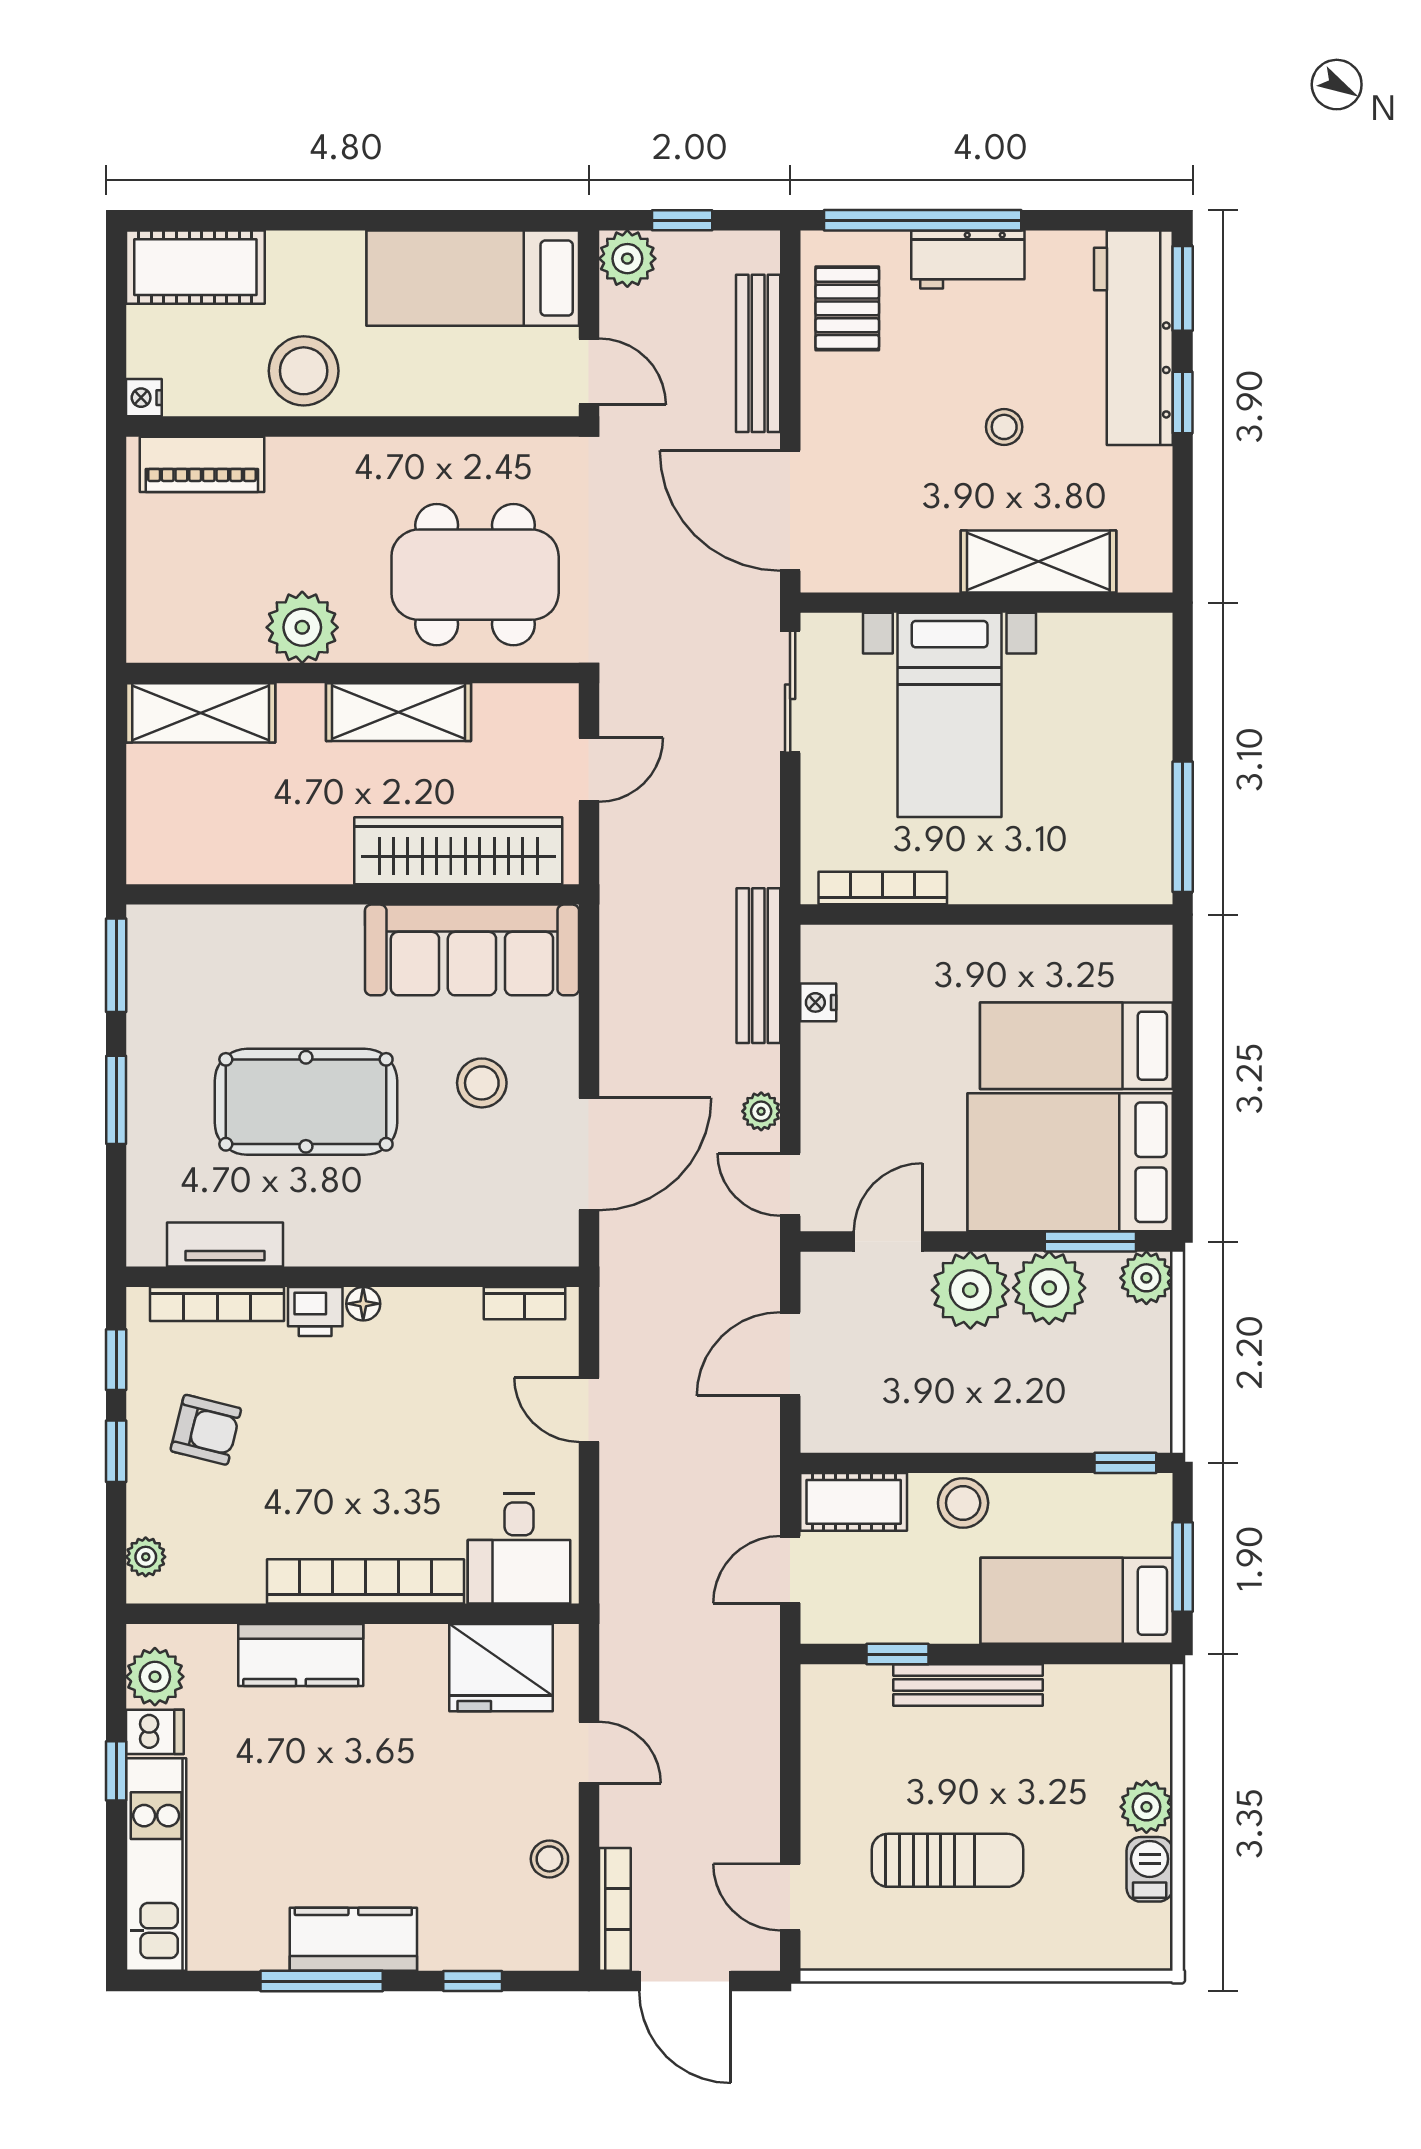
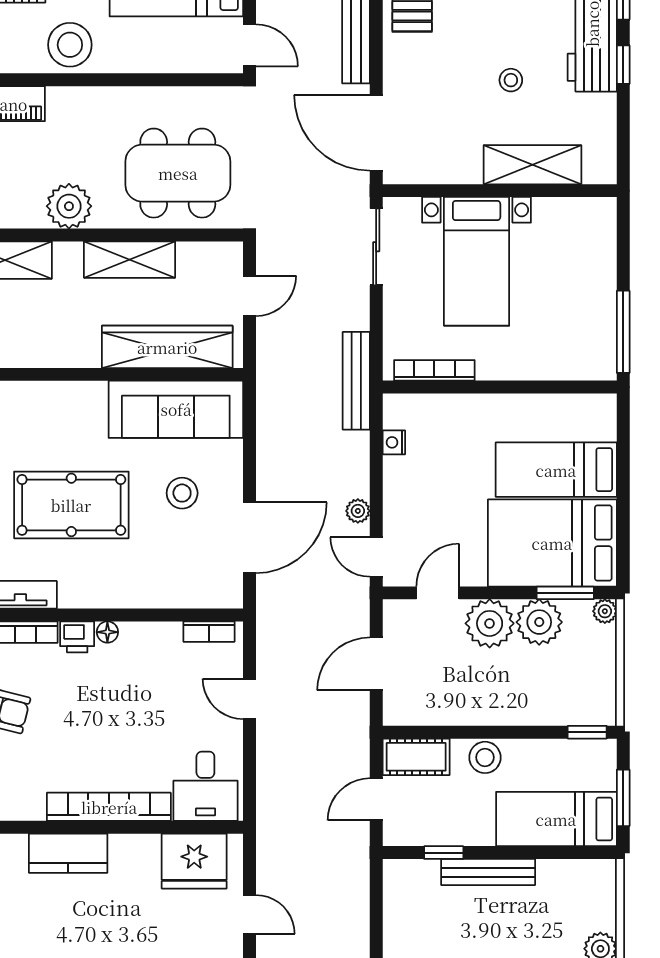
bench: (758, 966) -> (356, 381), moved
plant: (1146, 1278) -> (605, 611), width x0.73, depth x0.73

